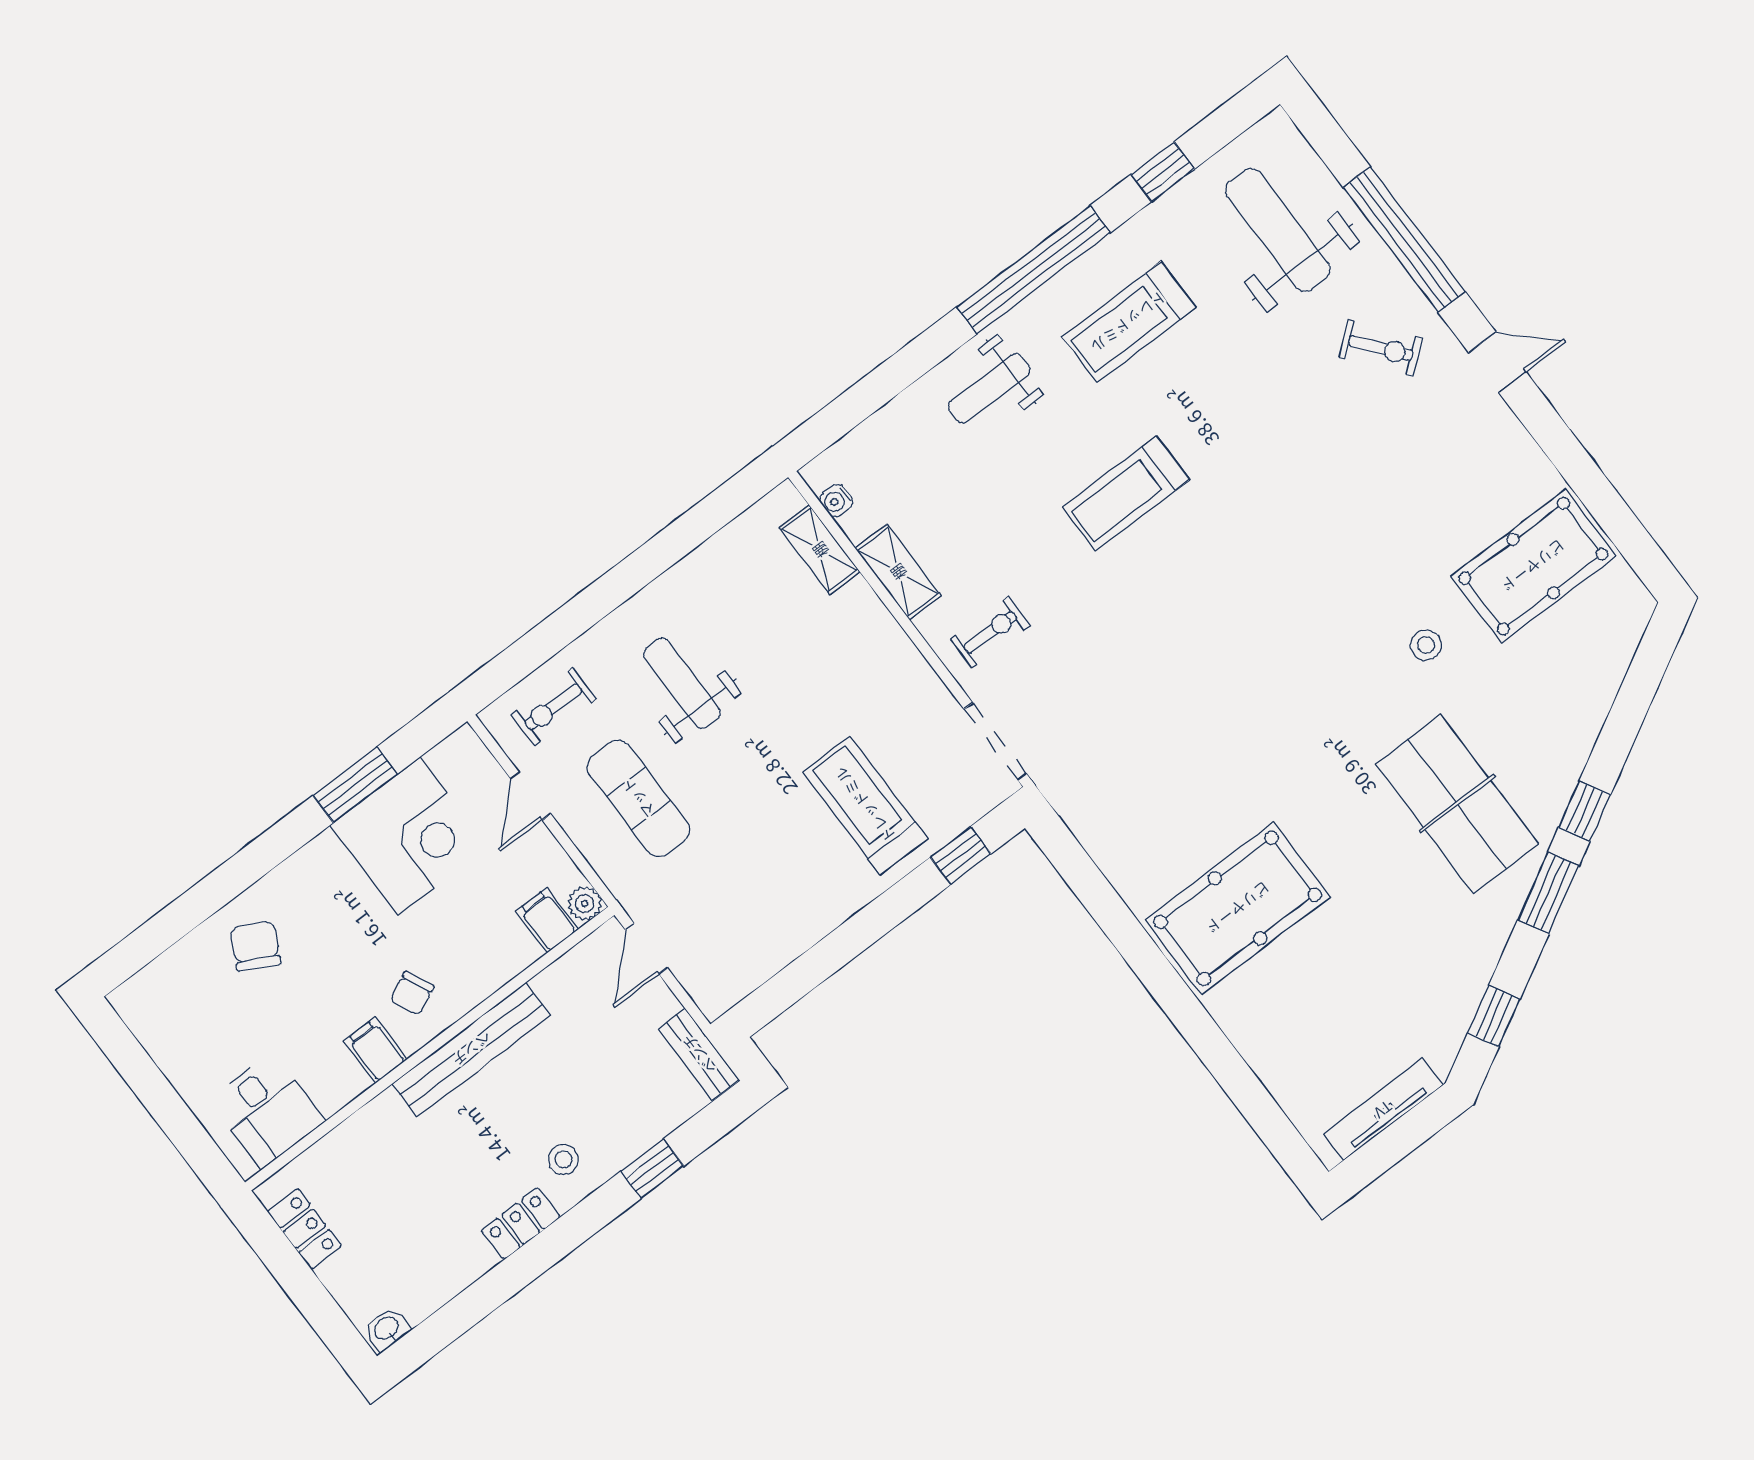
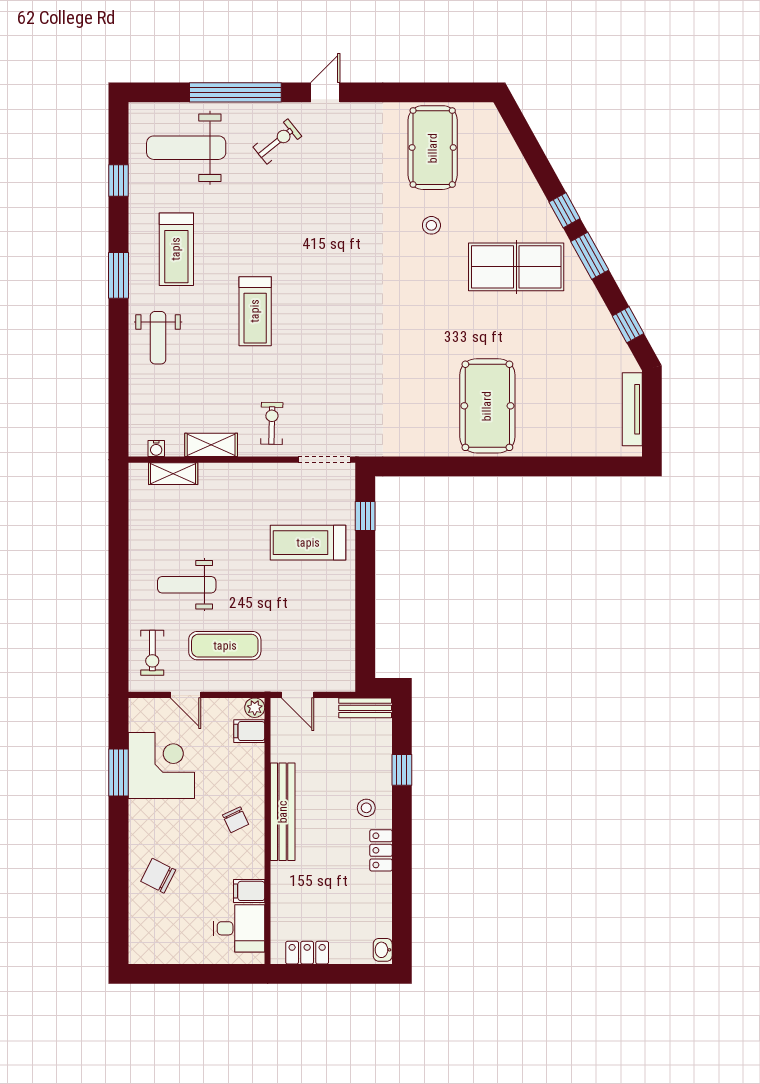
window: (1033, 270) -> (119, 275), width x0.47
filing cabinet: (375, 1050) -> (249, 891), moved

